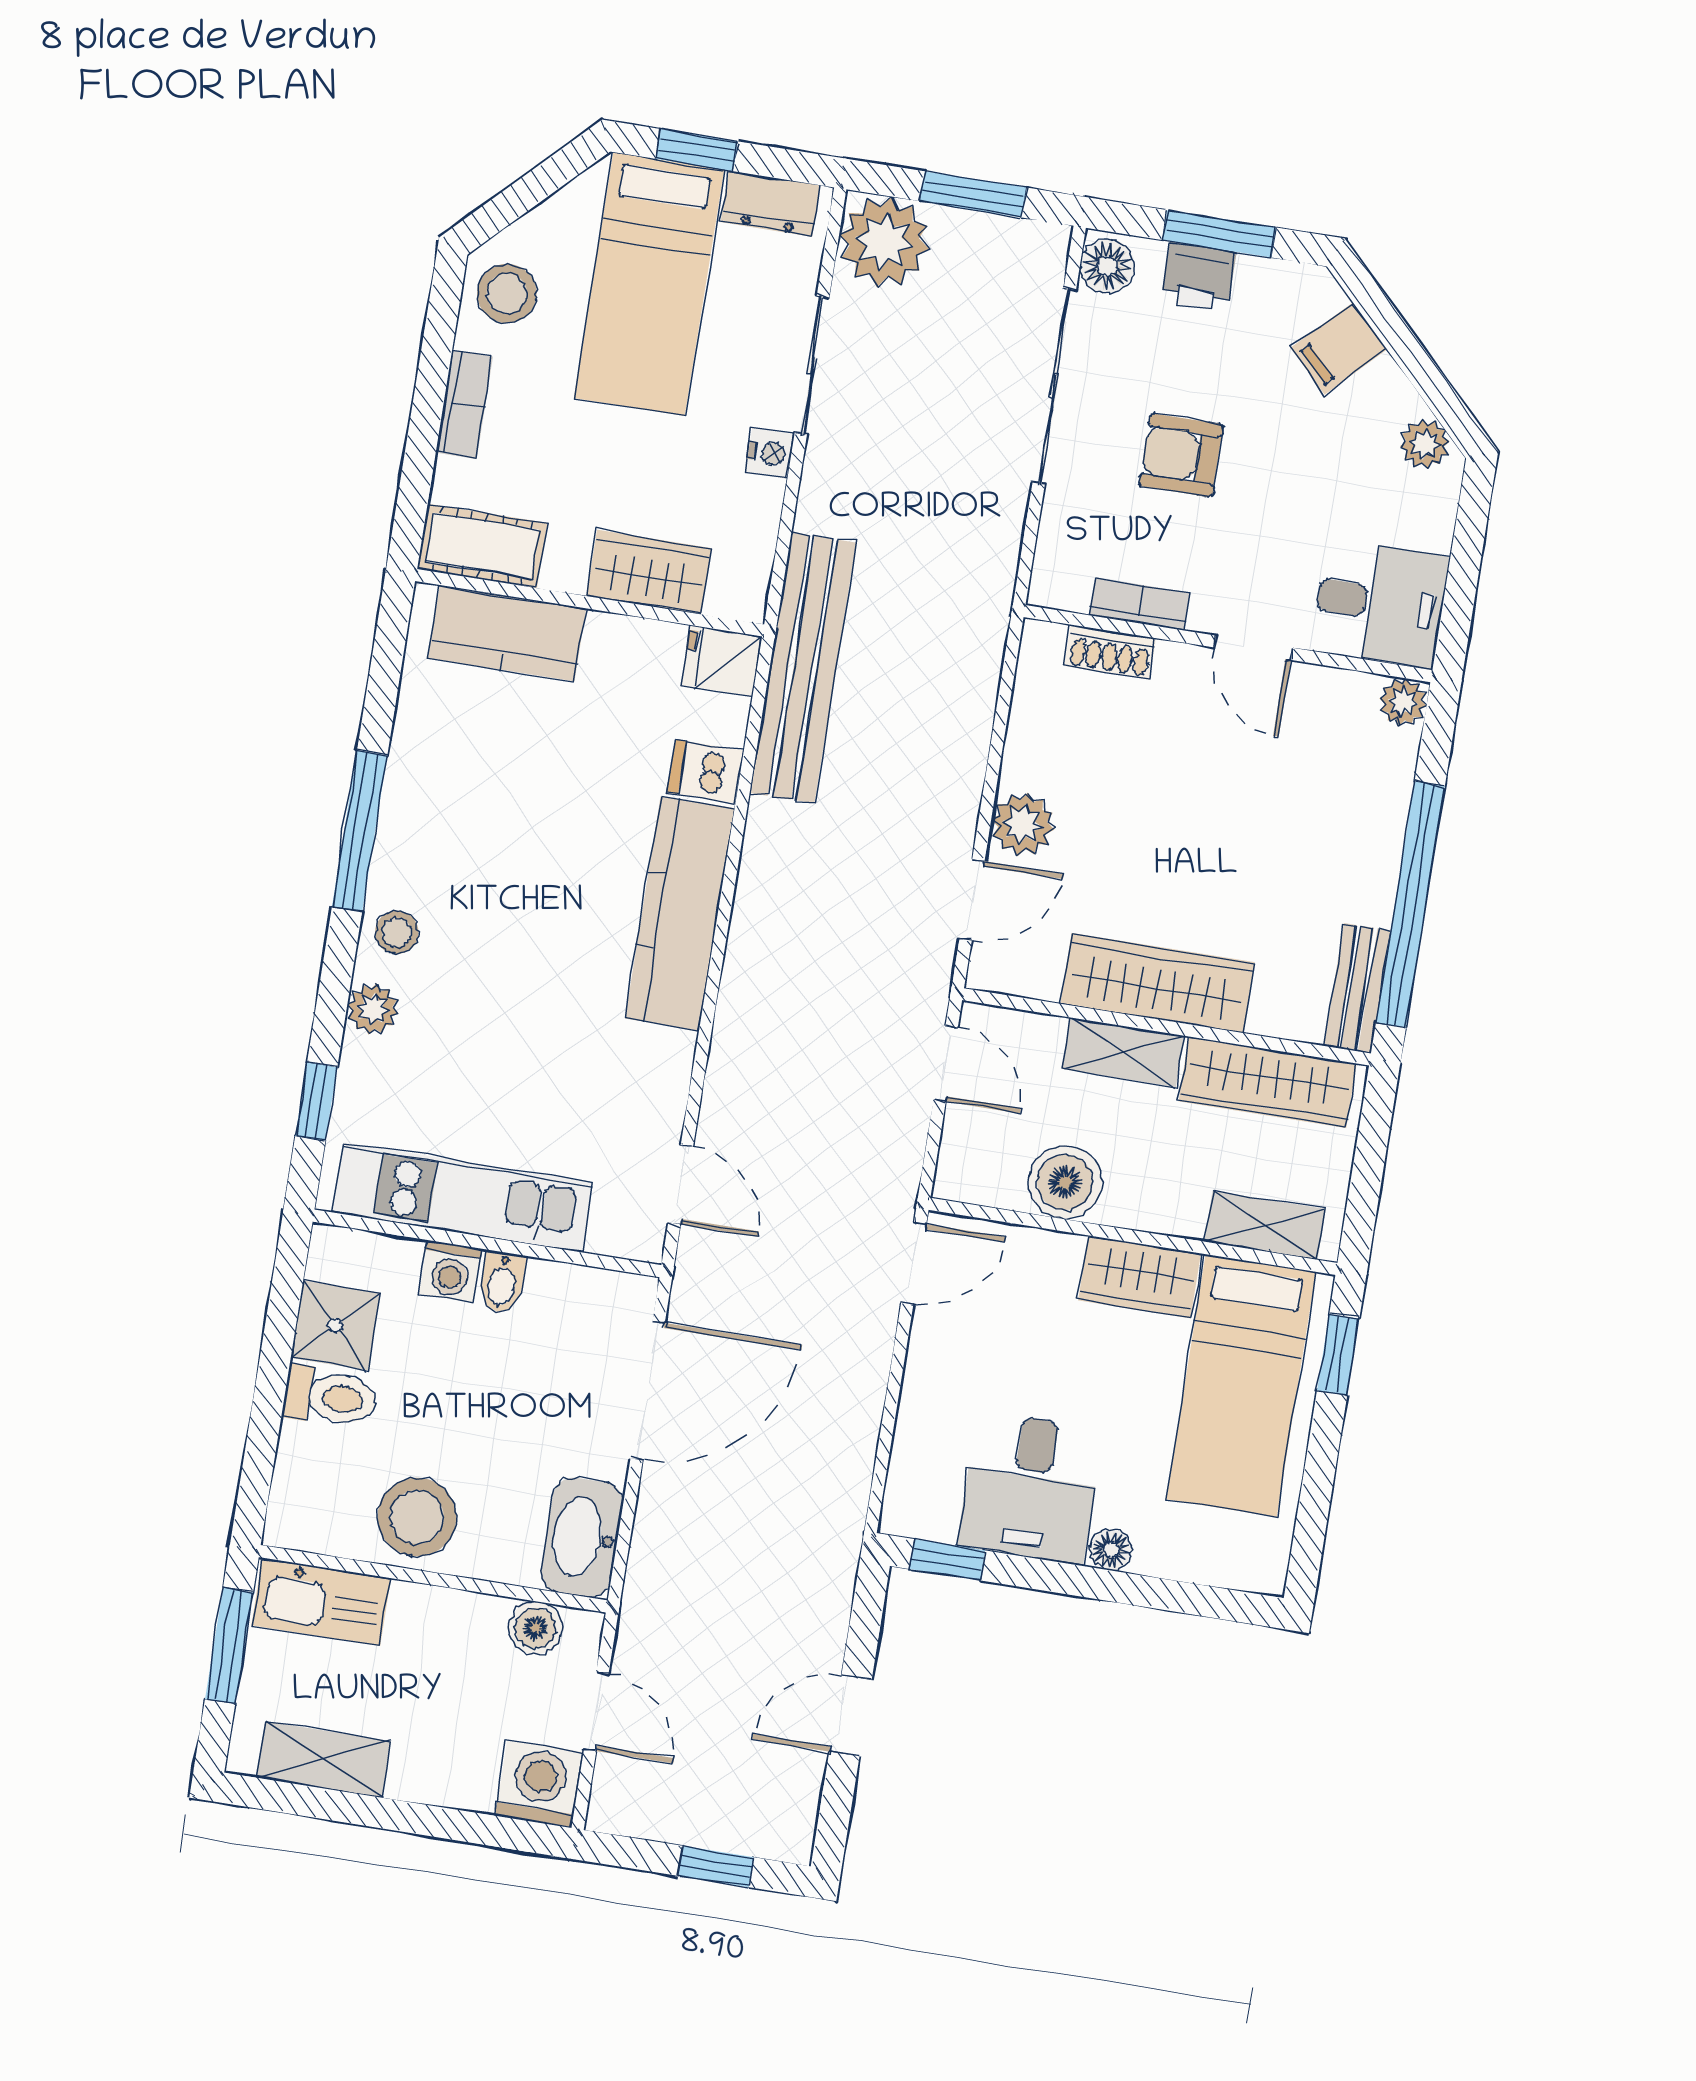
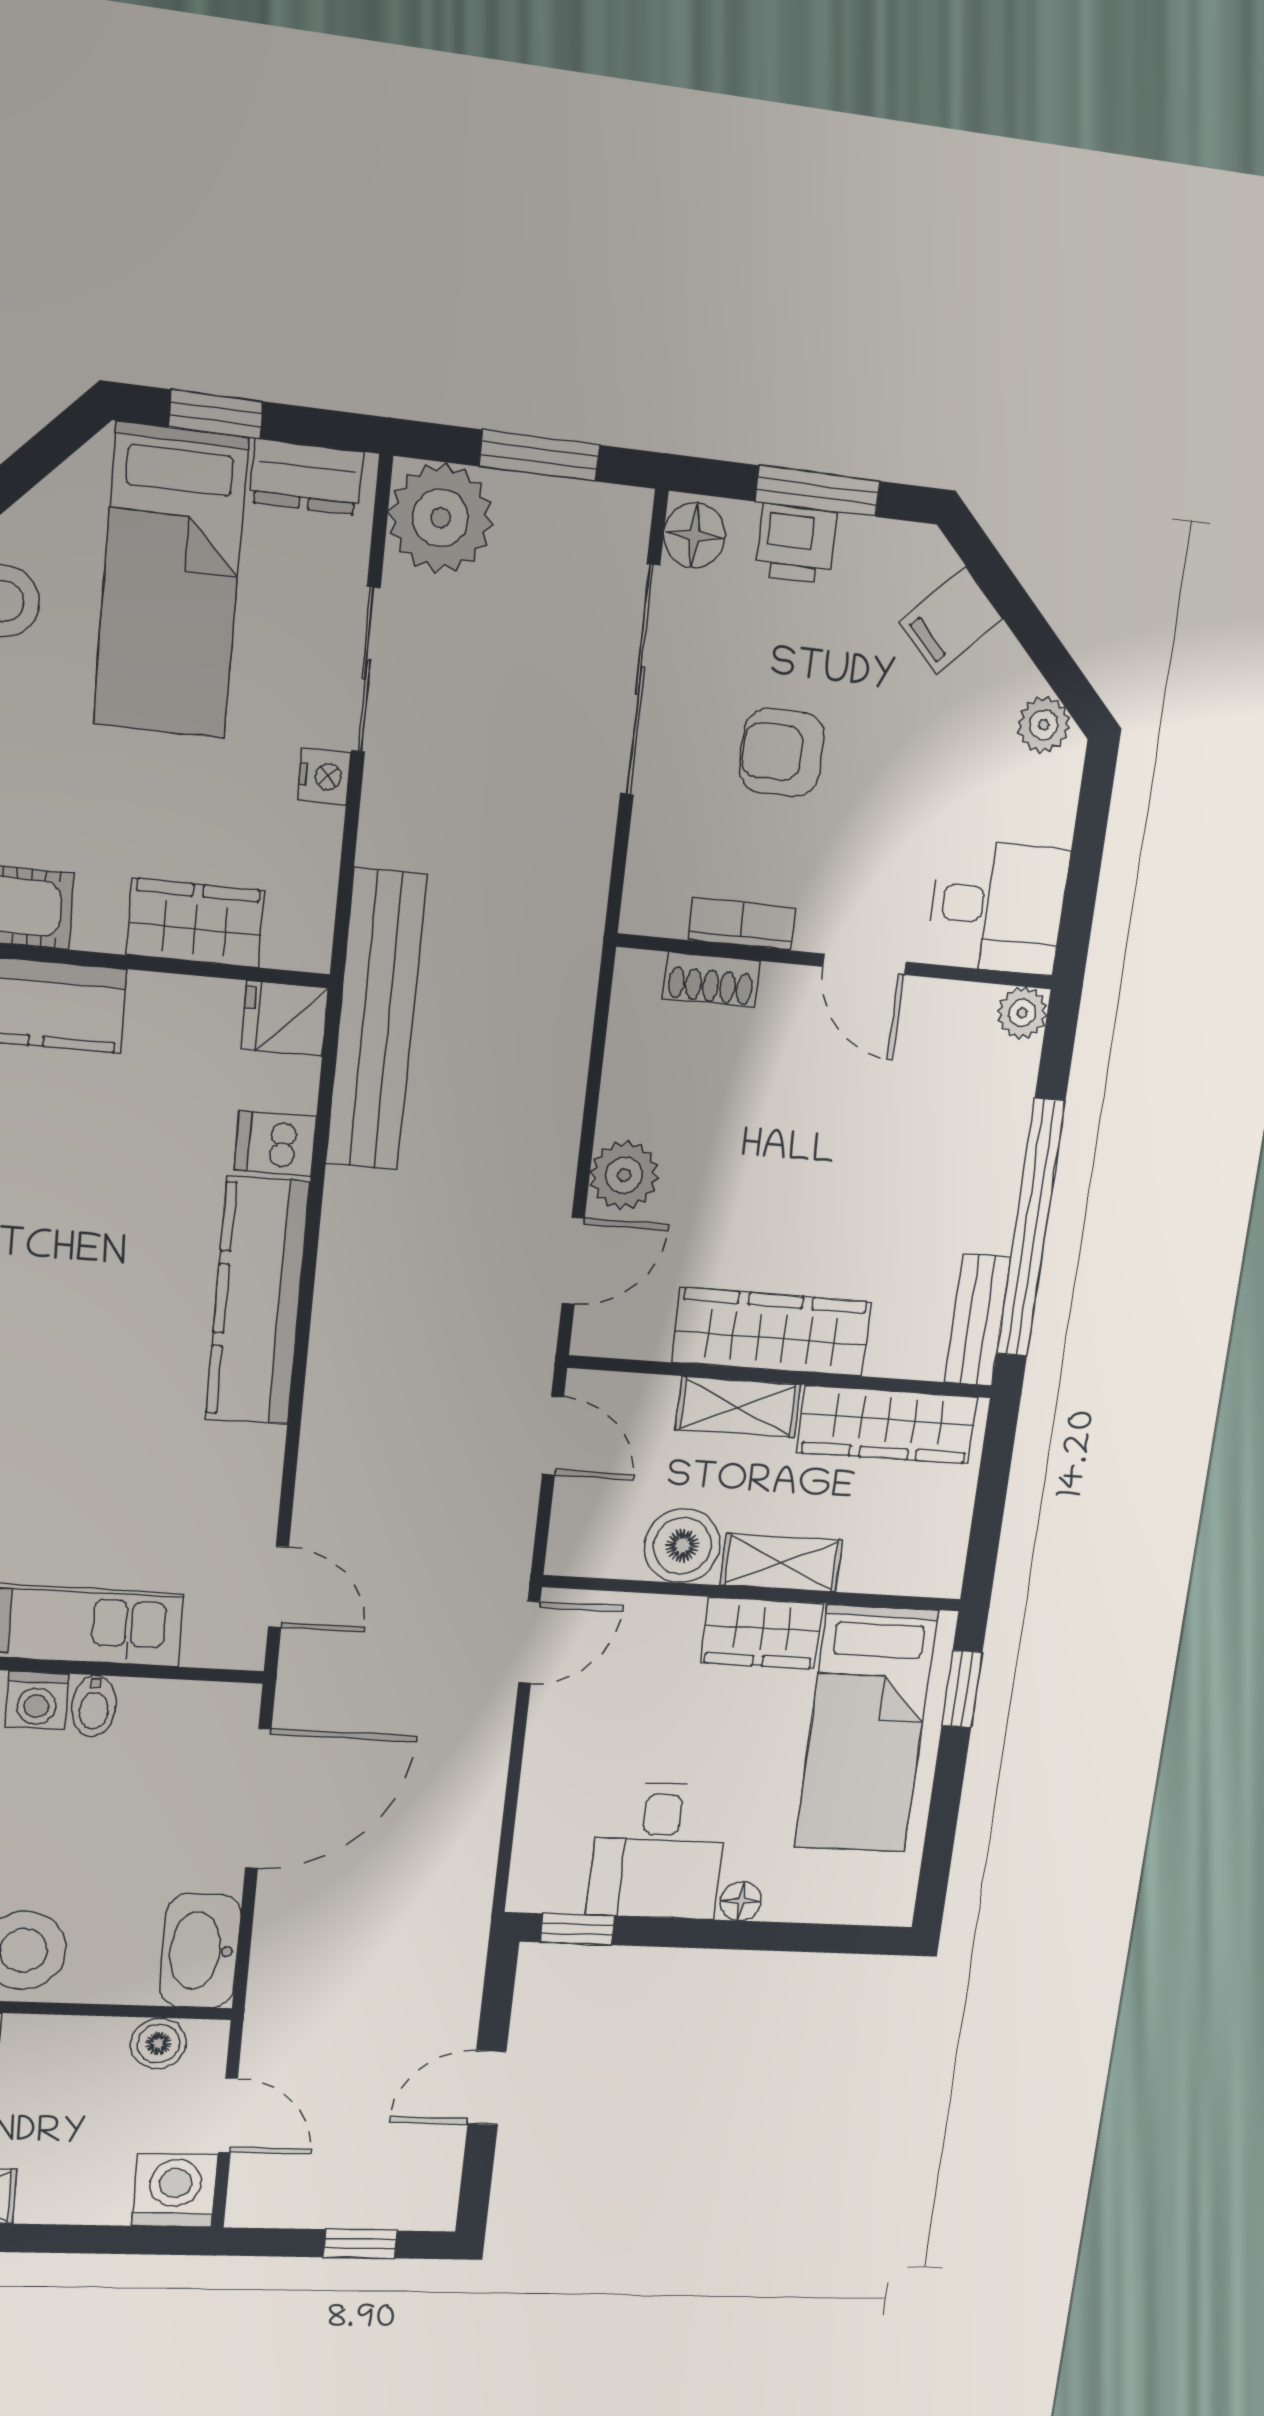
shelving: (1265, 1225) -> (781, 1563), moved

